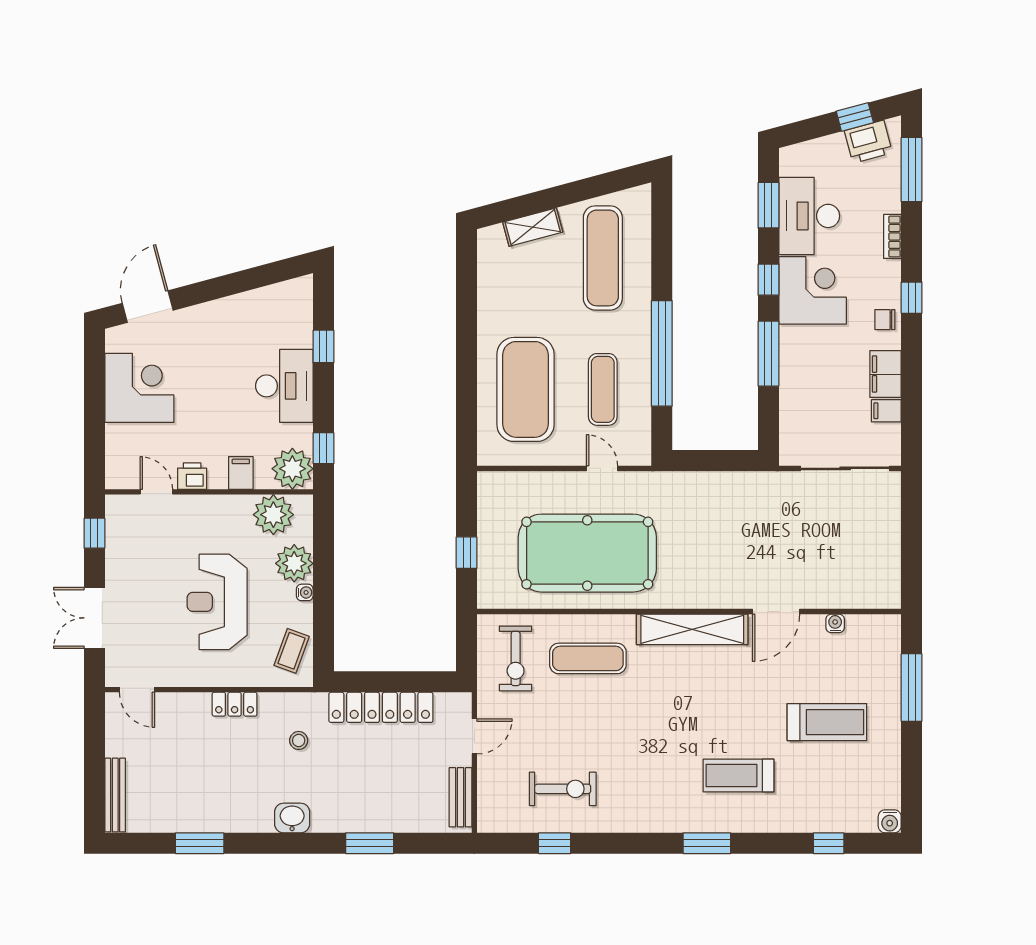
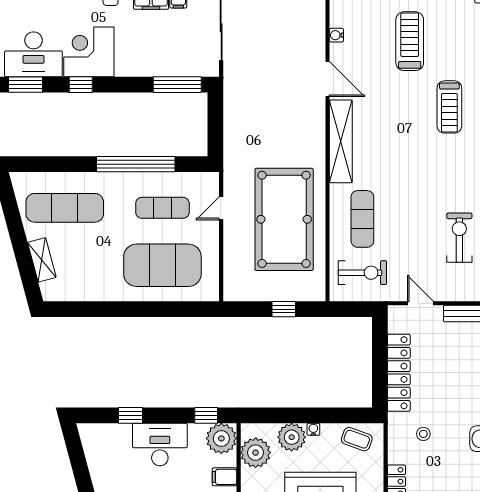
window: (768, 354) -> (177, 85), moved

